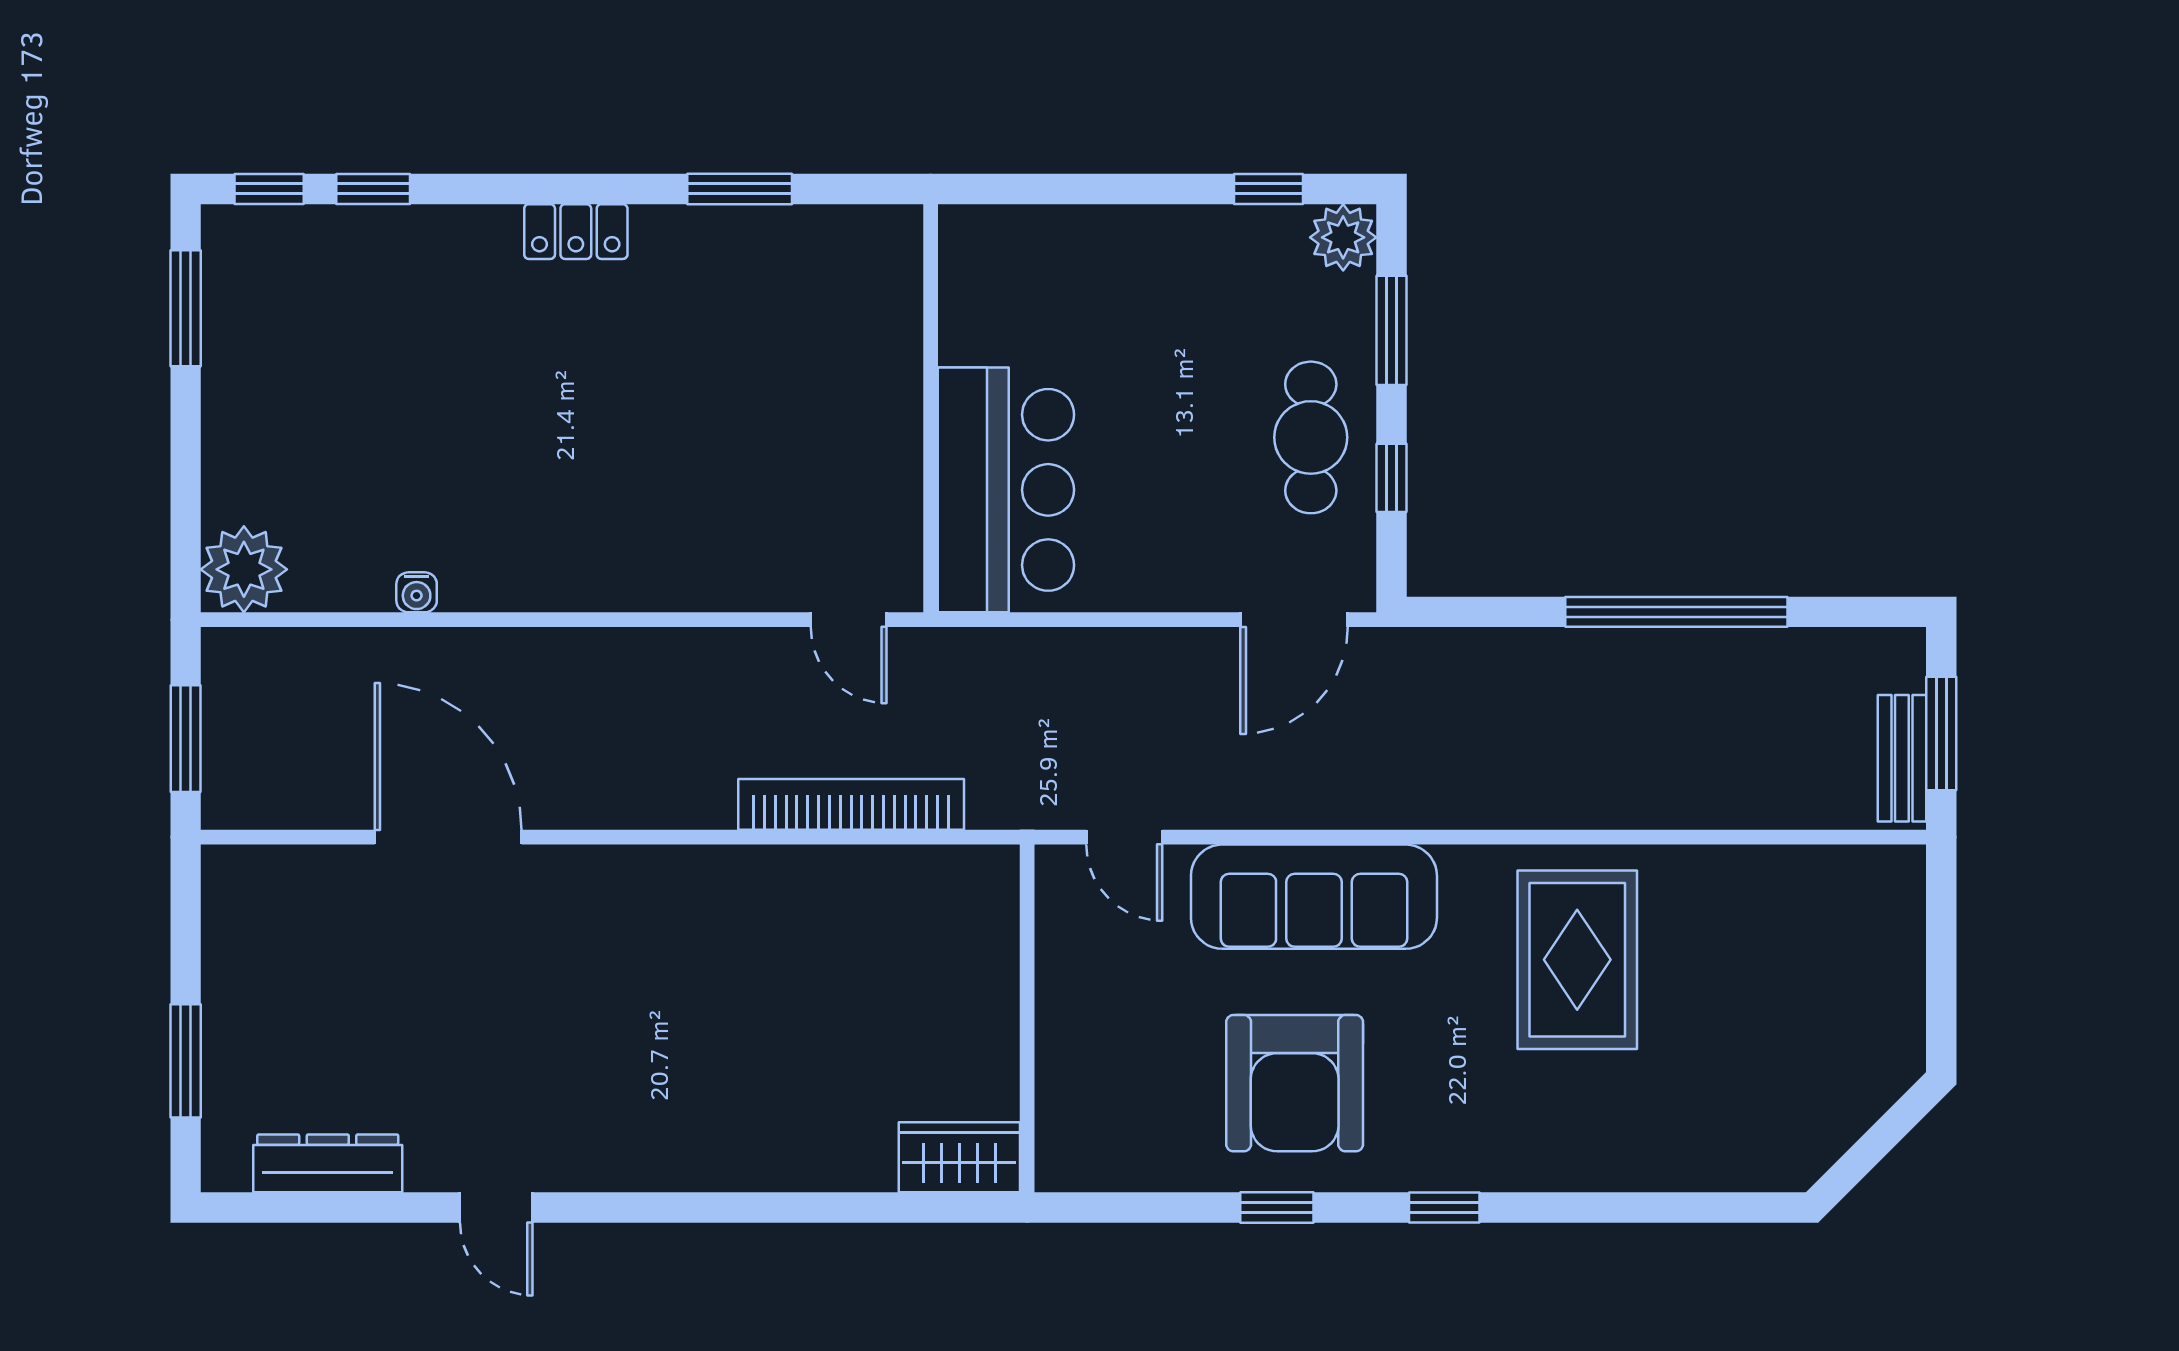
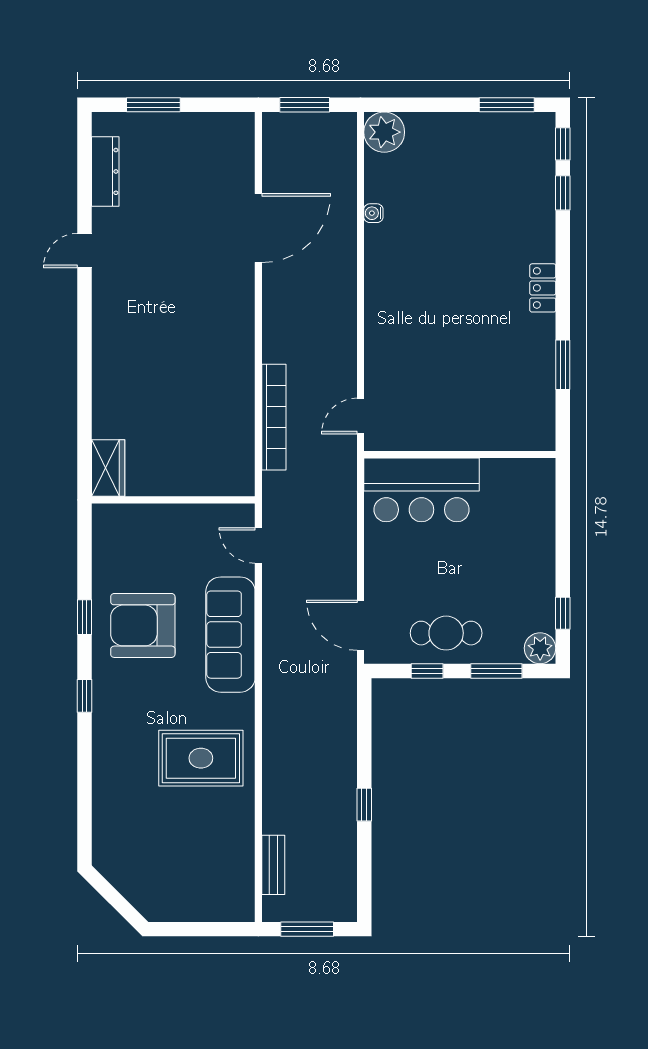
window: (1676, 612) -> (364, 805), width x0.32
bench: (1902, 758) -> (273, 865), moved, turned 90
door: (1124, 837) -> (258, 545), hinge flipped

